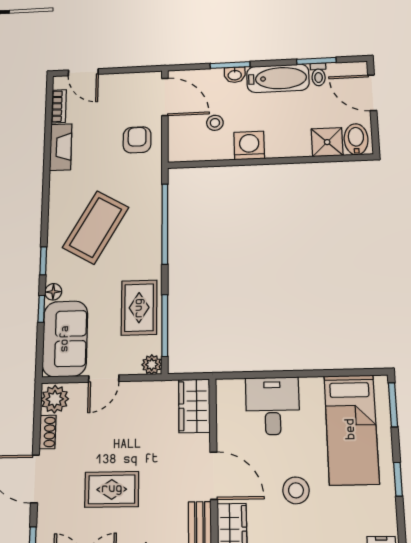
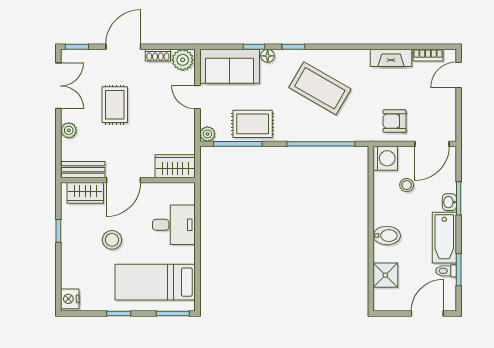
bidet: (356, 139) -> (387, 236), moved
armchair: (137, 140) -> (394, 121), turned 180
washing machine: (249, 146) -> (385, 158), moved

